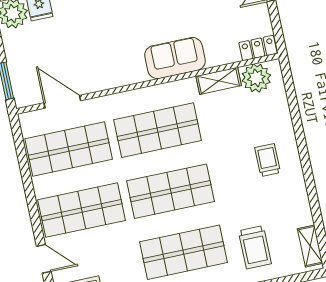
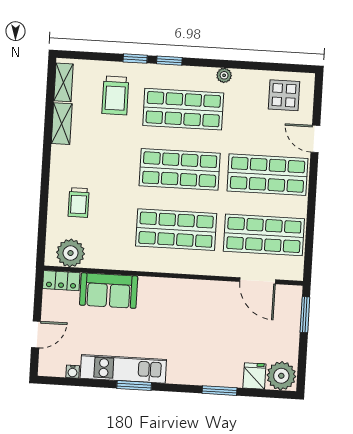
sofa: (175, 58) -> (109, 291), moved
shelving: (219, 81) -> (62, 124), moved, turned 90
trolley: (268, 160) -> (79, 202), moved
trolley: (255, 247) -> (115, 95), turned 180

